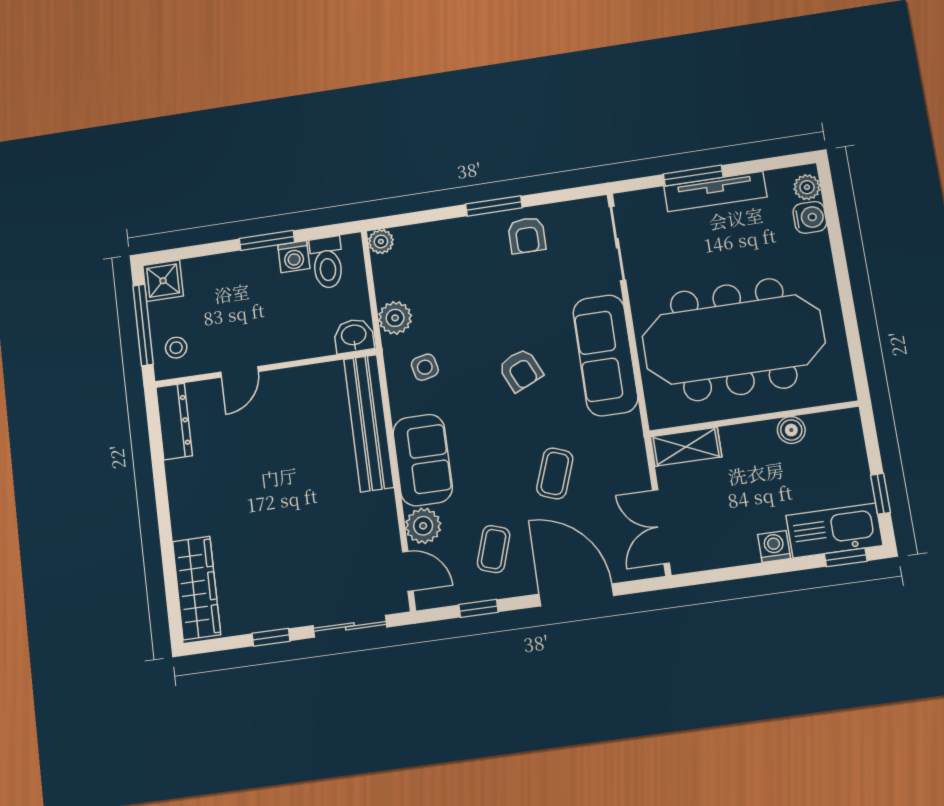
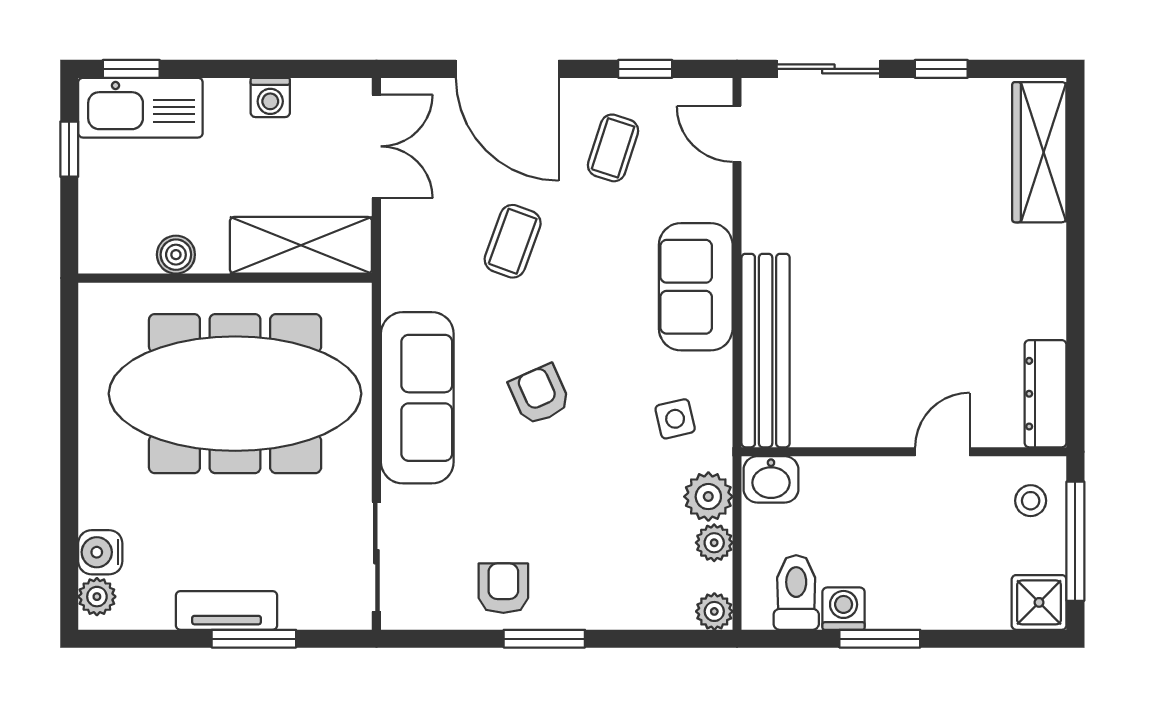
tv unit: (715, 192) -> (226, 610), width x0.71
shelving: (686, 447) -> (301, 245), width x1.50, depth x1.33
plant: (423, 526) -> (714, 543), moved, width x0.73, depth x0.73
washing machine: (774, 546) -> (270, 97), moved

